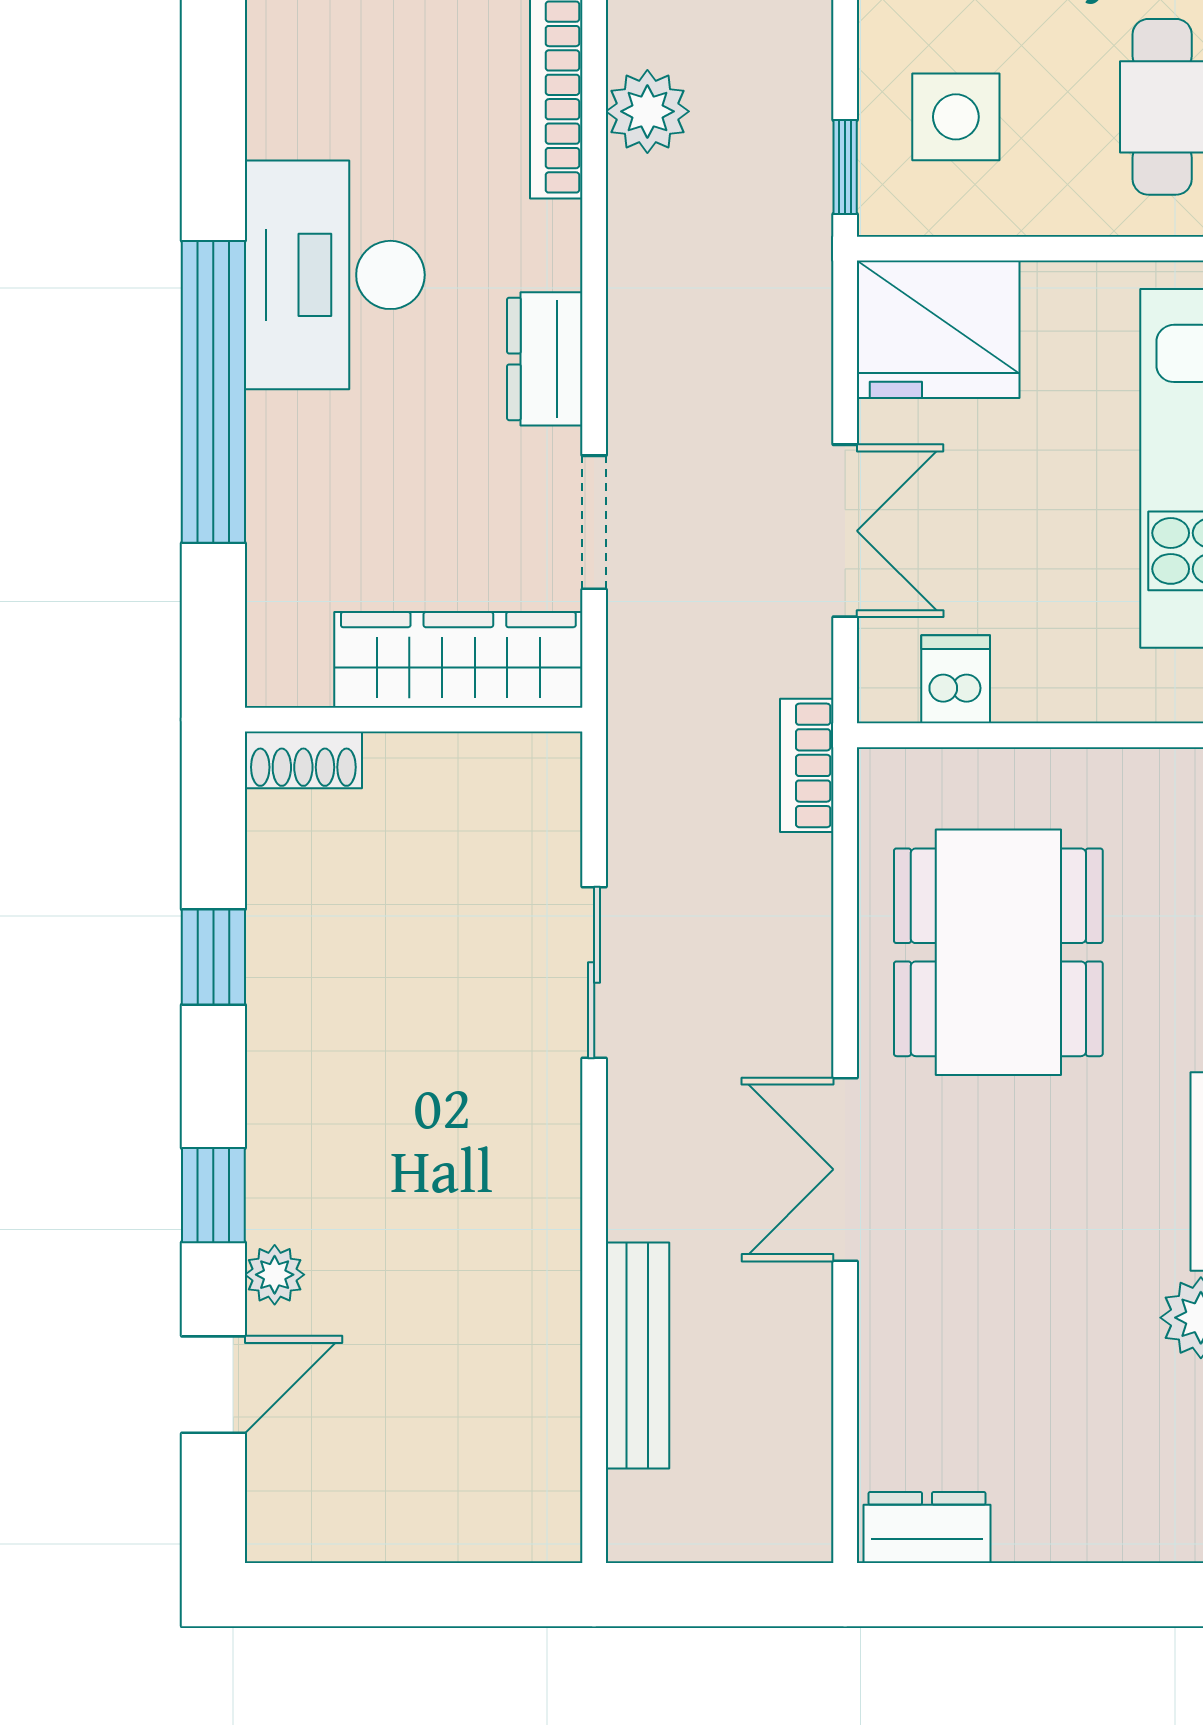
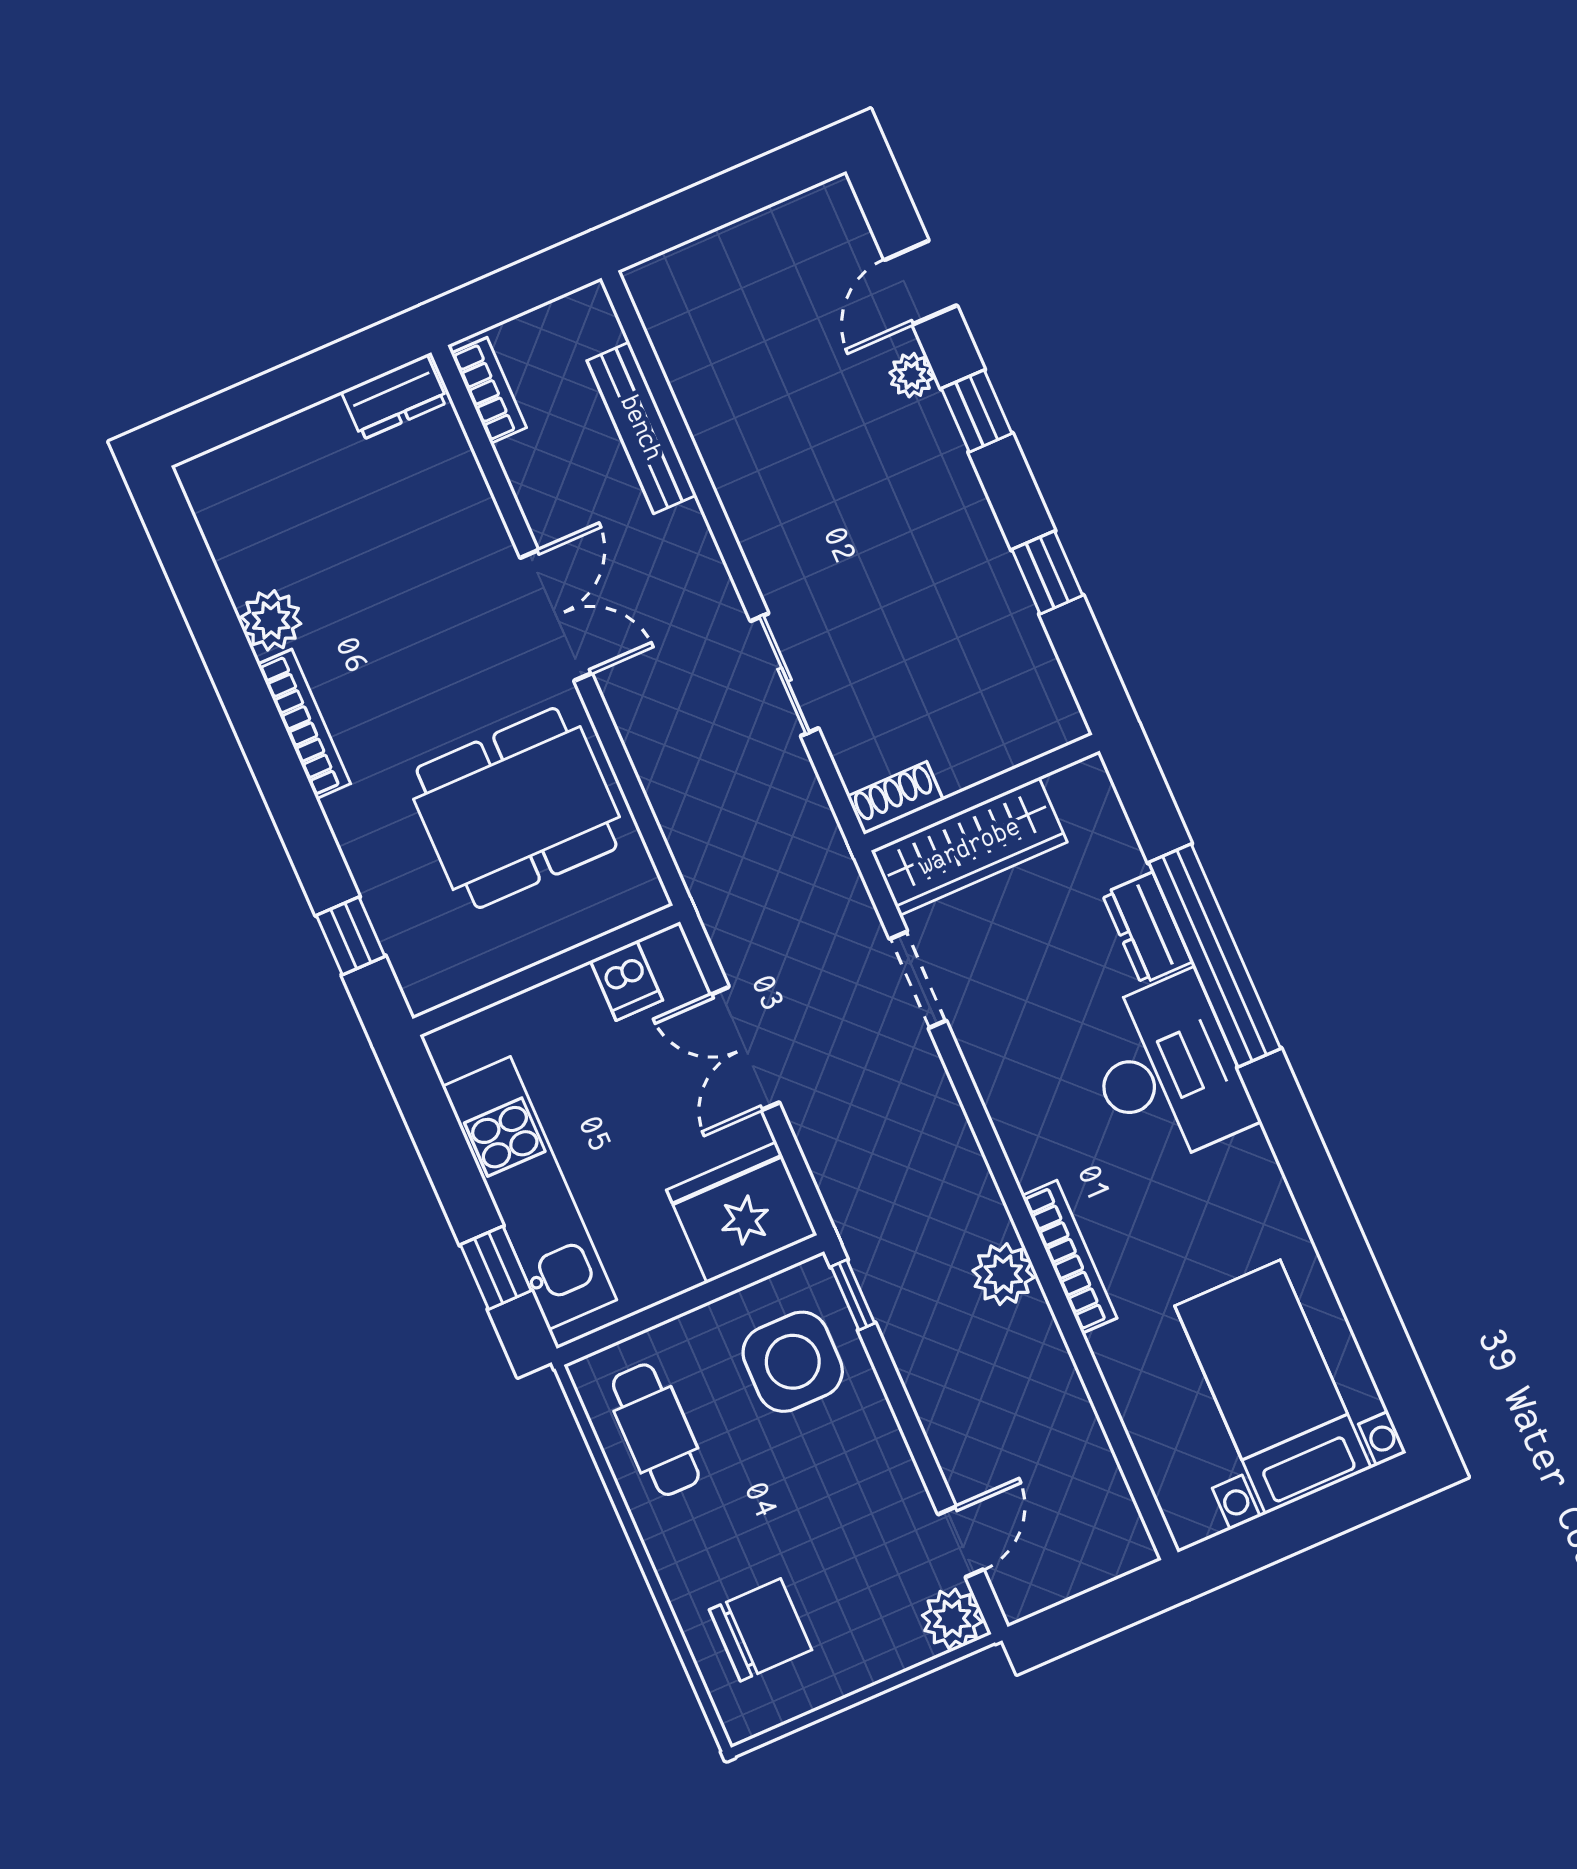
side table: (956, 117) -> (793, 1362), width x1.37, depth x1.37
dresser: (545, 359) -> (1147, 928), moved, turned 180
shoe rack: (303, 760) -> (895, 798), moved
bookcase: (807, 765) -> (489, 390), moved
dining table: (998, 952) -> (517, 808), turned 90

